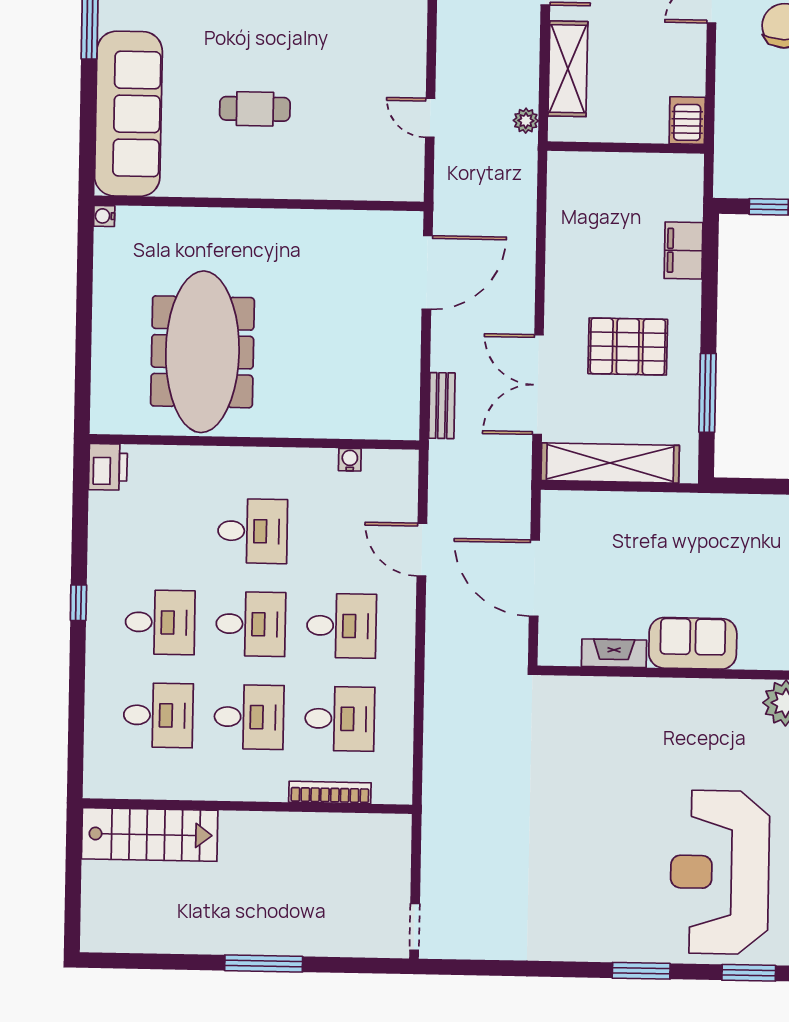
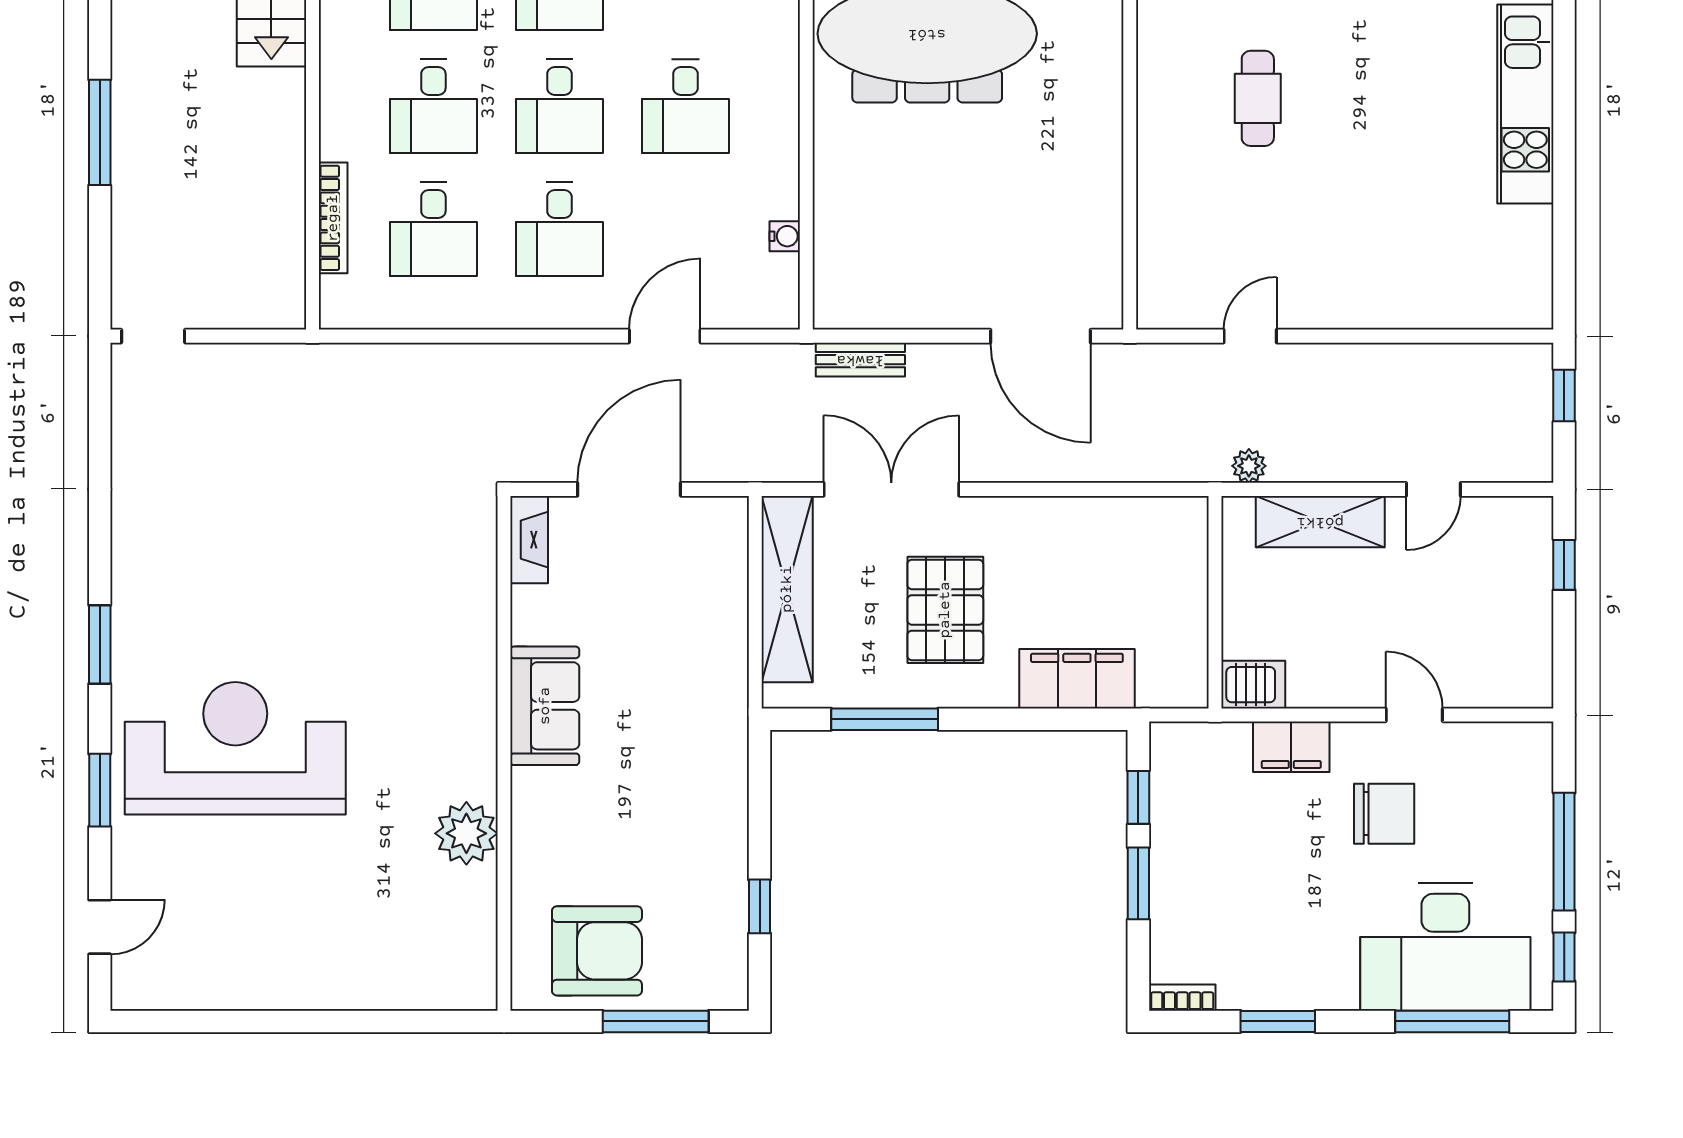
filing cabinet: (734, 93) -> (1291, 747), added
filing cabinet: (684, 250) -> (1077, 679), width x1.50, depth x1.17
fireplace: (614, 653) -> (529, 540), moved

